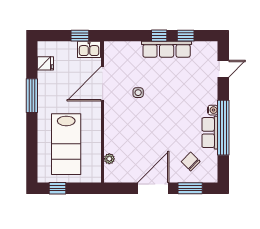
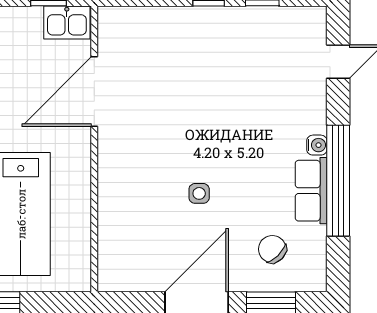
row of seats: (167, 49) -> (224, 22), removed
side table: (138, 93) -> (199, 193), moved
plant: (109, 159) -> (108, 244), removed

